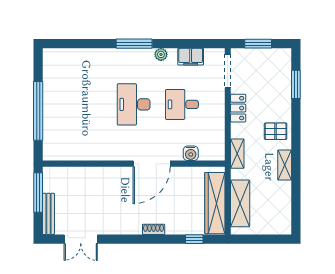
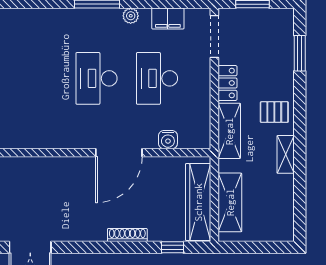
desk: (182, 104) -> (157, 78), width x1.37
shelving: (237, 154) -> (229, 131), width x1.50, depth x1.33
shoe rack: (154, 229) -> (127, 235), width x1.43

